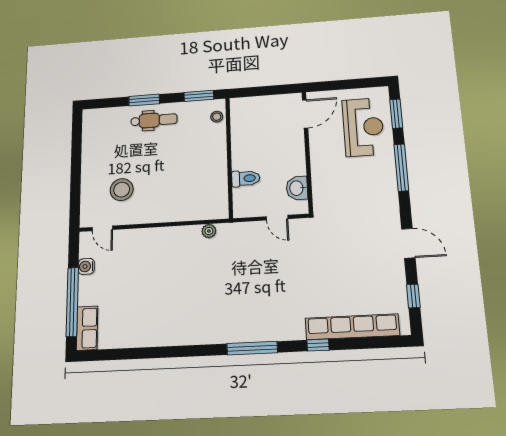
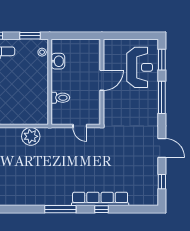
door: (305, 114) -> (102, 80), moved
washbasin: (297, 188) -> (58, 61), moved, turned 180
plant: (209, 231) -> (31, 136), width x1.88, depth x1.88
row of seats: (352, 327) -> (100, 199), moved

